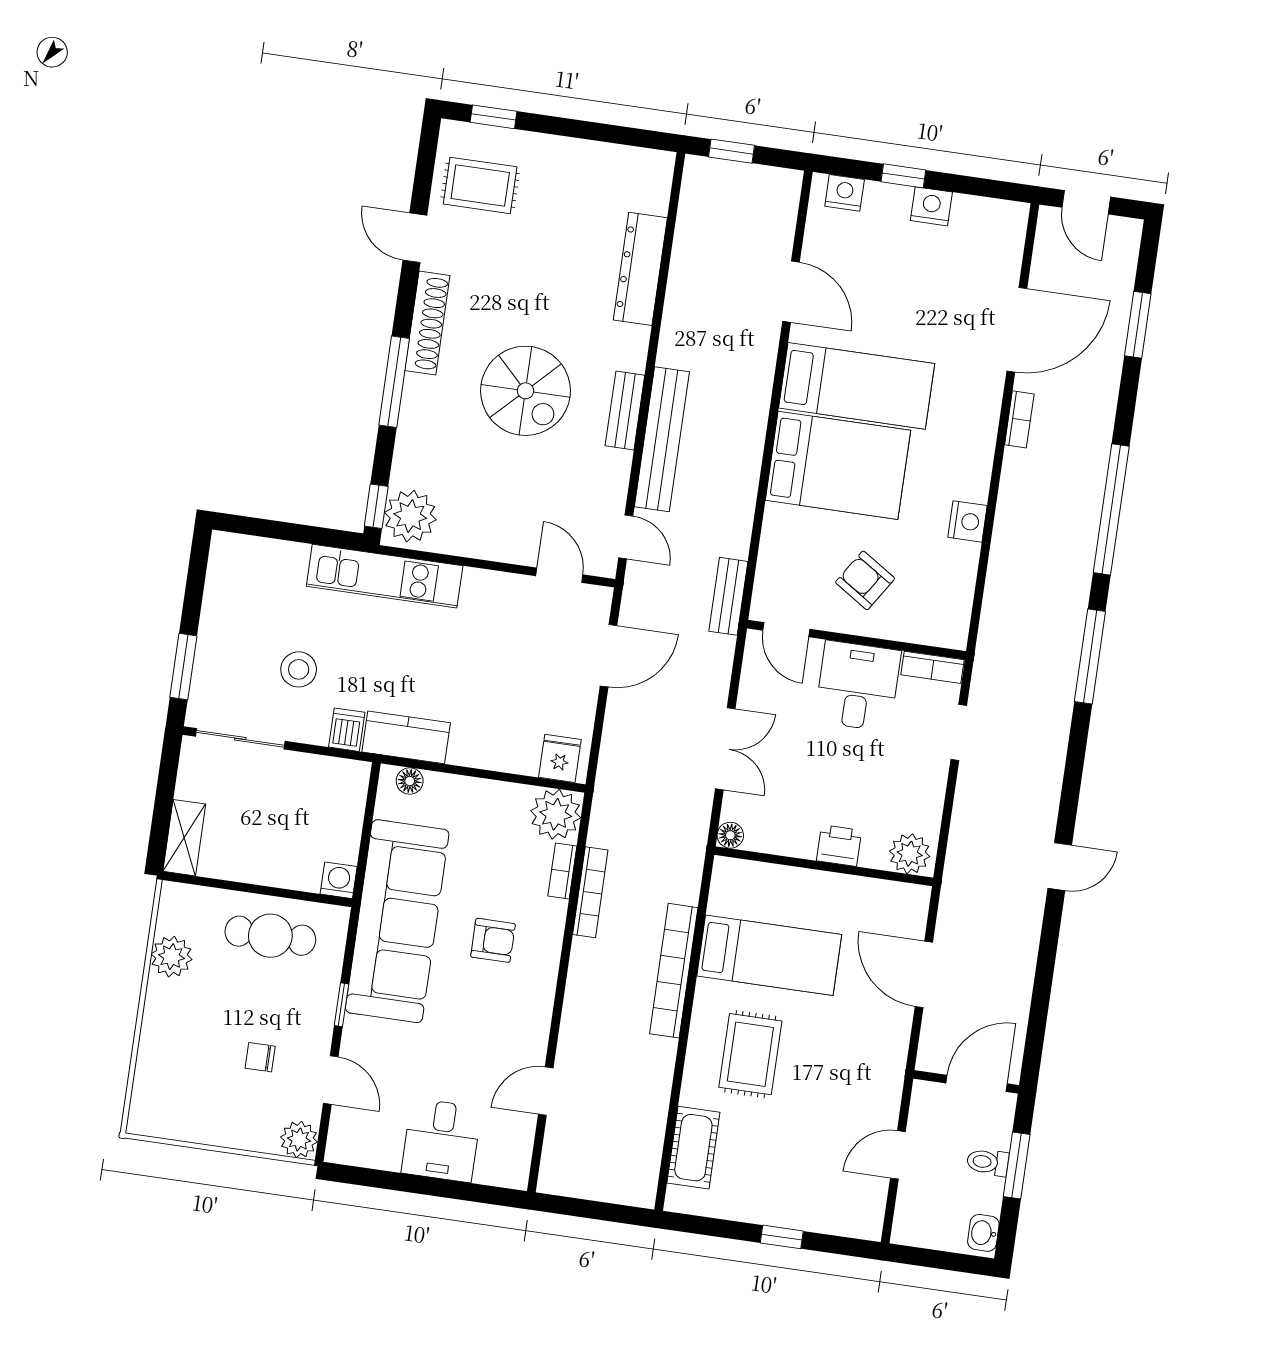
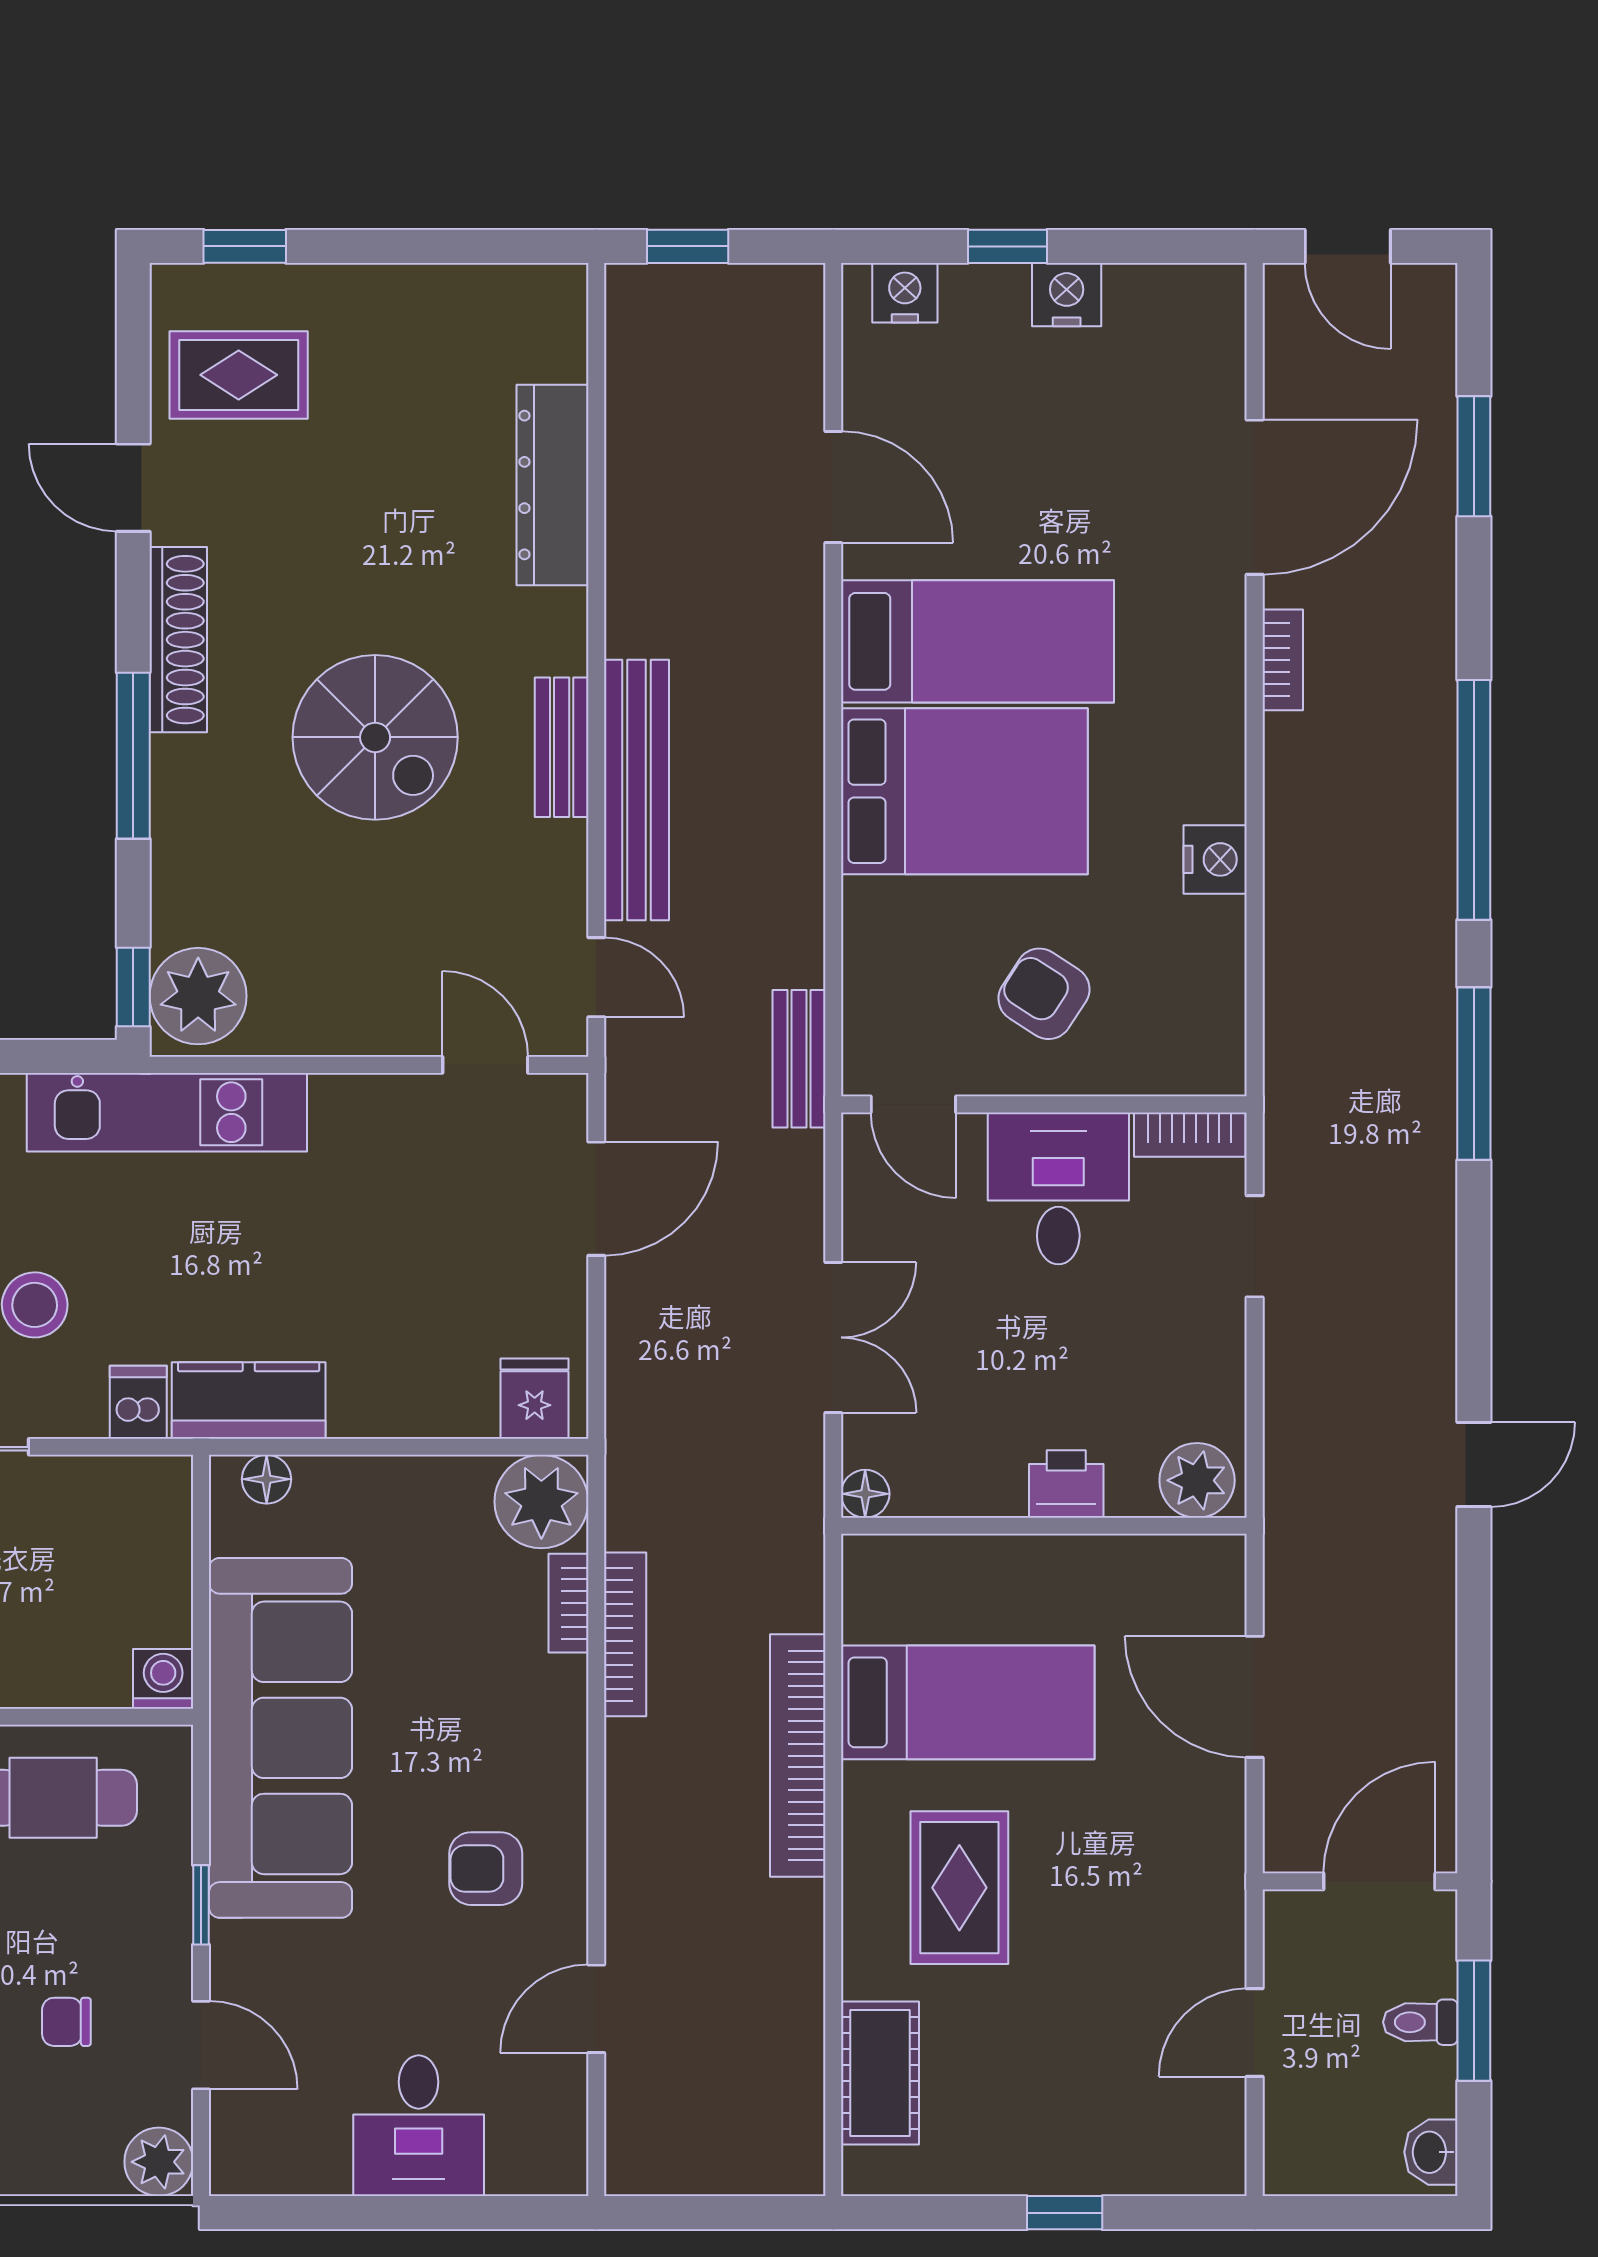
armchair: (493, 940) -> (486, 1869), moved, turned 180

